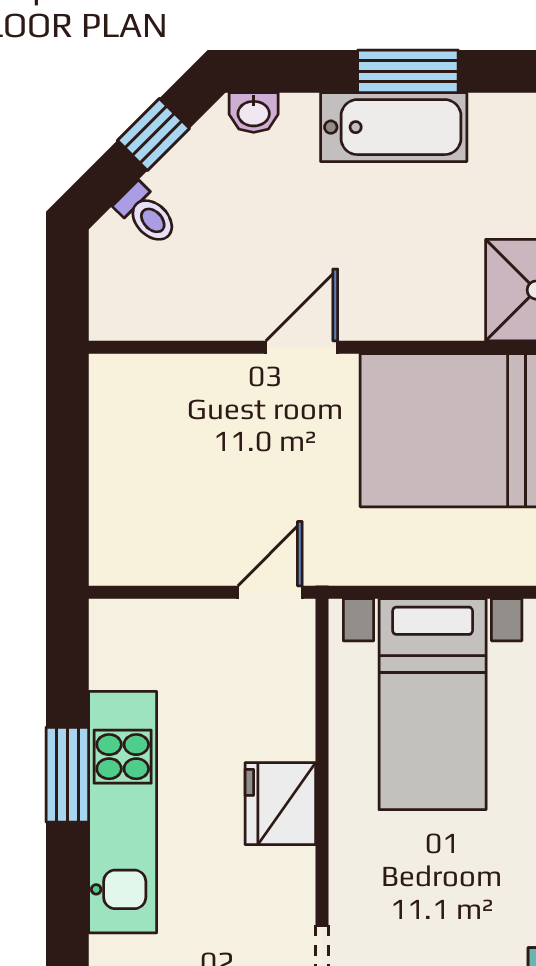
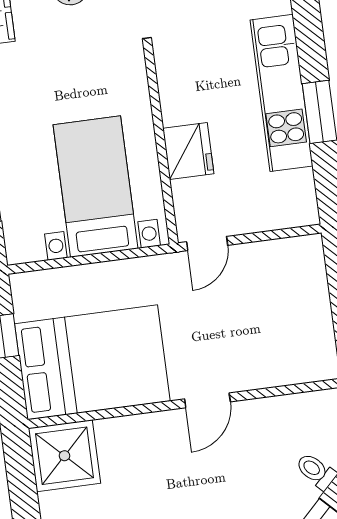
fridge: (280, 804) -> (188, 151), moved

